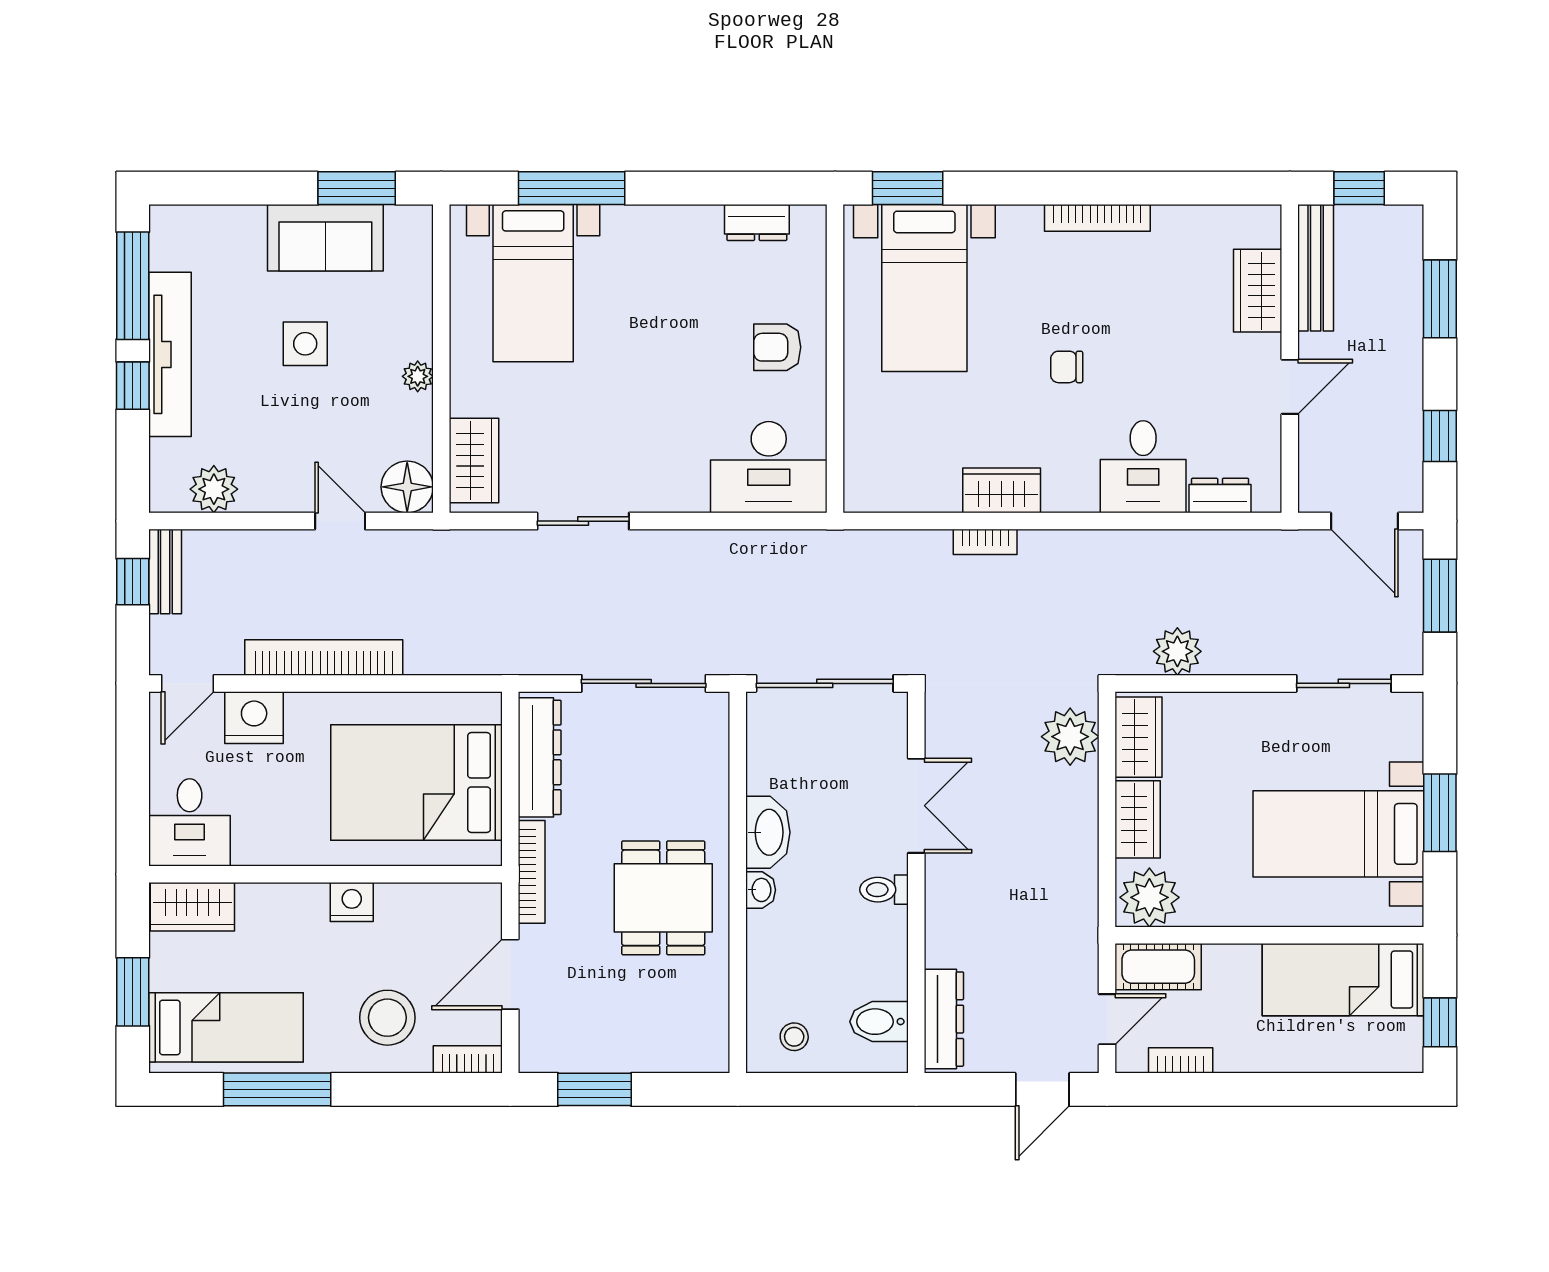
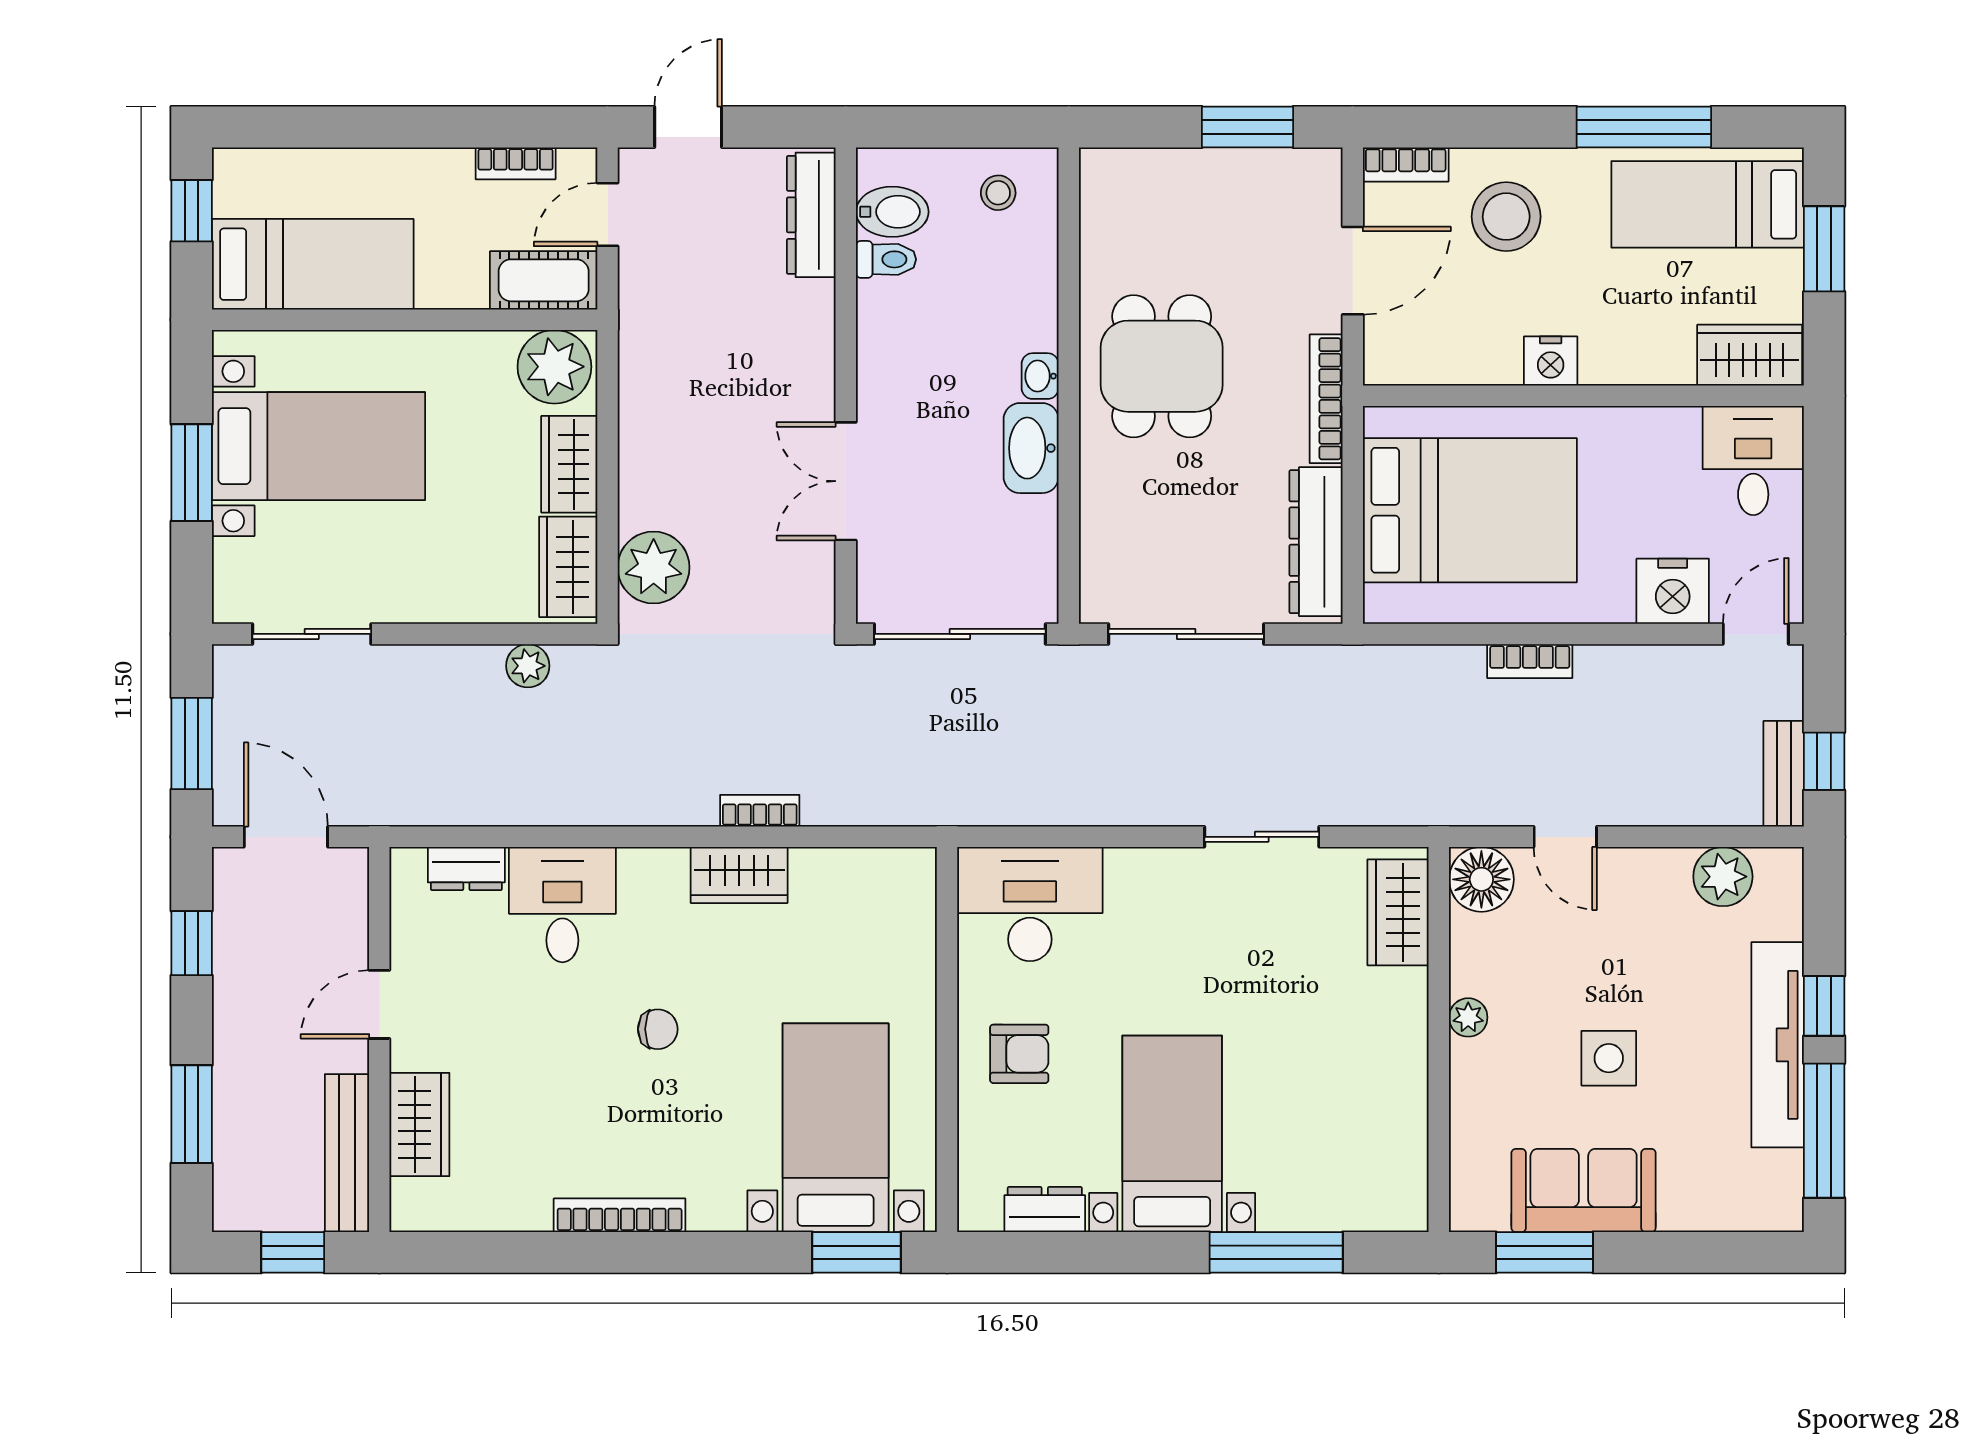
bed with nightstands: (533, 283) -> (1172, 1134), moved
plant: (1177, 651) -> (528, 666), width x0.73, depth x0.73
bookcase: (324, 657) -> (1530, 661), width x0.43, depth x0.76
toilet: (884, 890) -> (886, 259), moved

